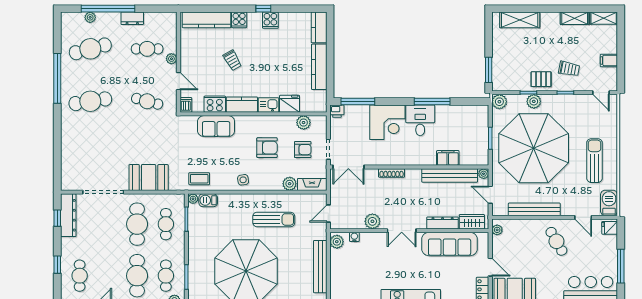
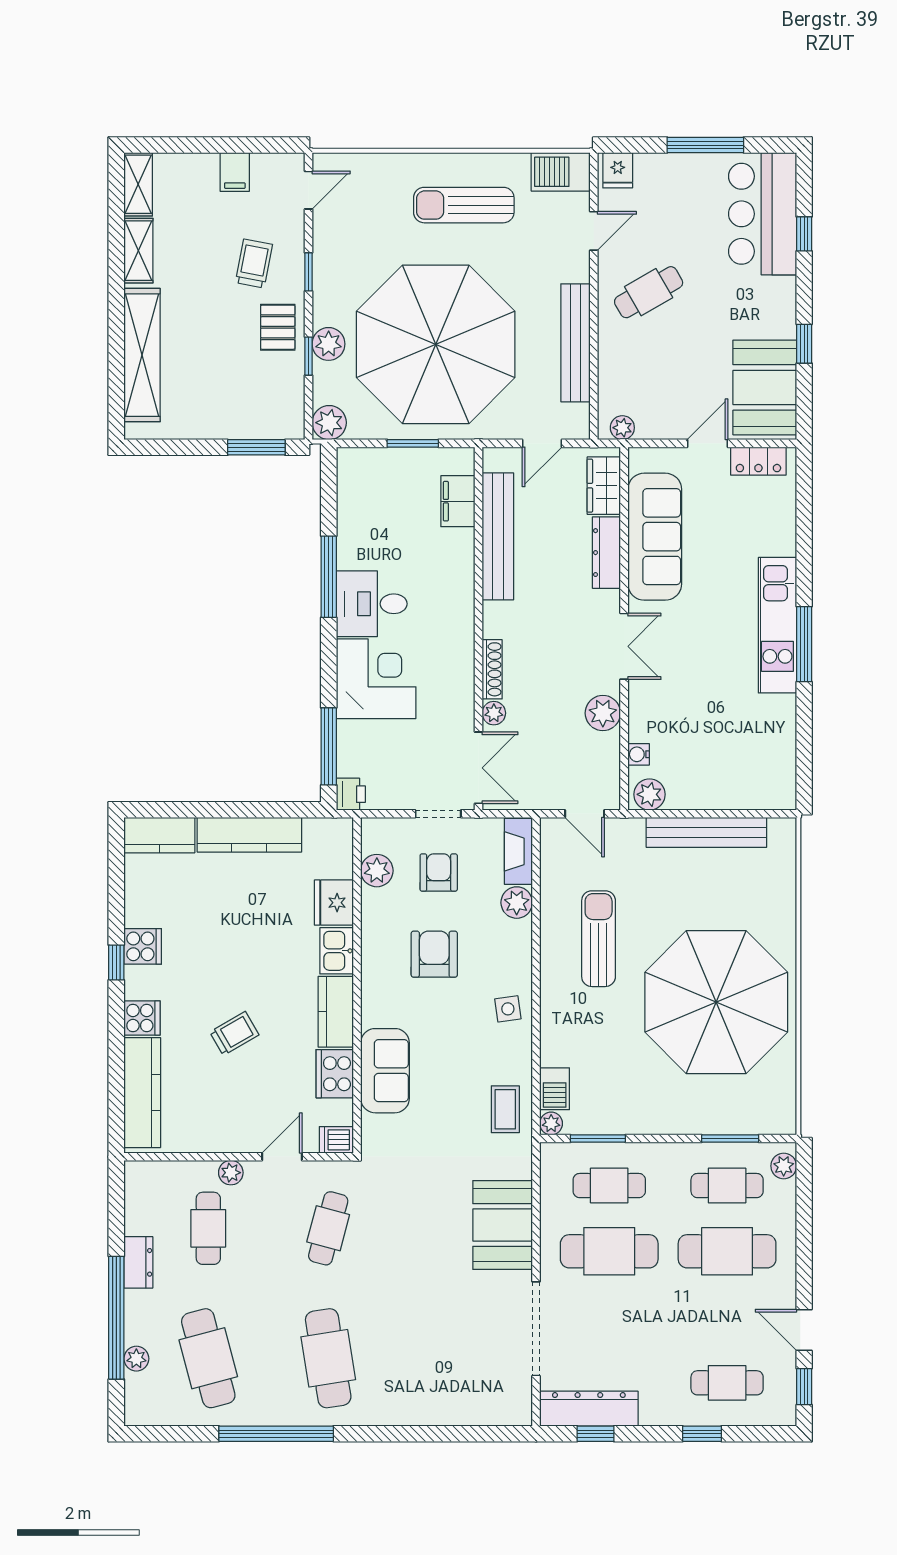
shelving: (520, 20) -> (142, 355), width x1.47
filing cabinet: (448, 158) -> (458, 501), moved
plant: (484, 174) -> (494, 713), moved

